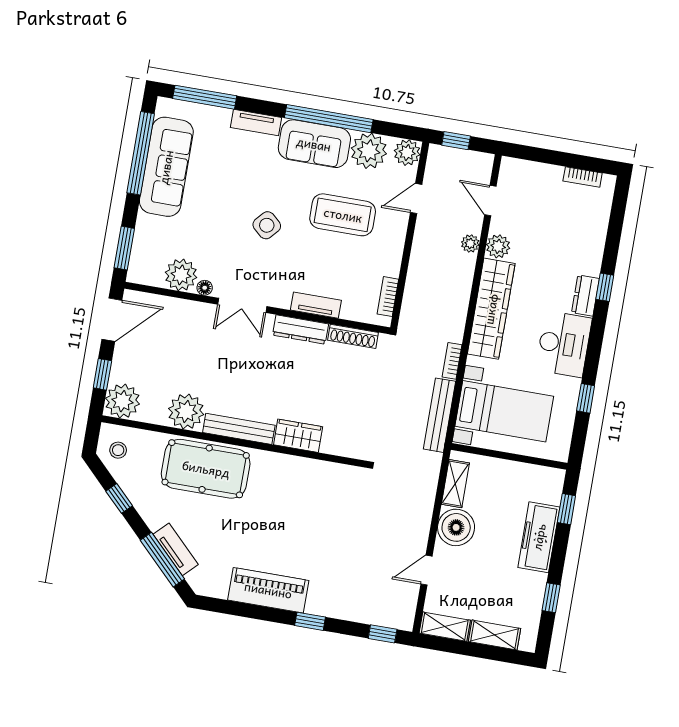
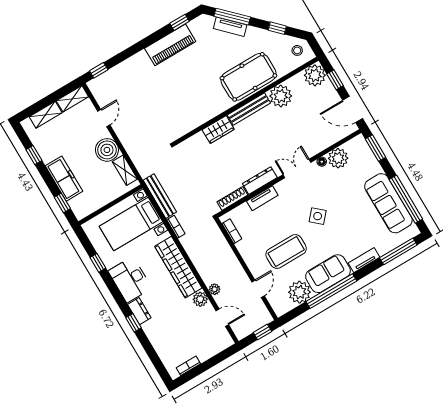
plant: (407, 153) -> (281, 307), removed
door: (112, 320) -> (353, 109), hinge flipped
window: (310, 621) -> (180, 22), moved

